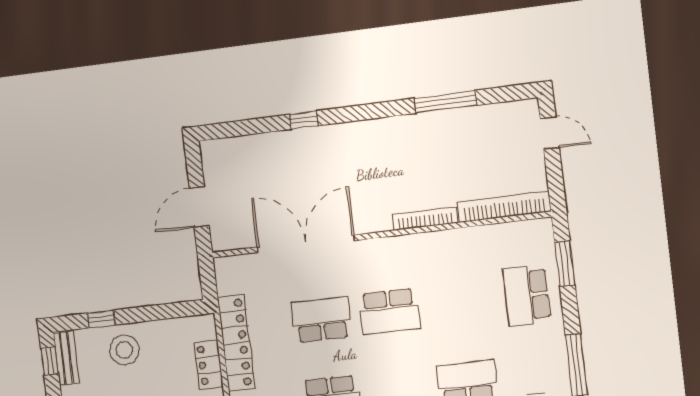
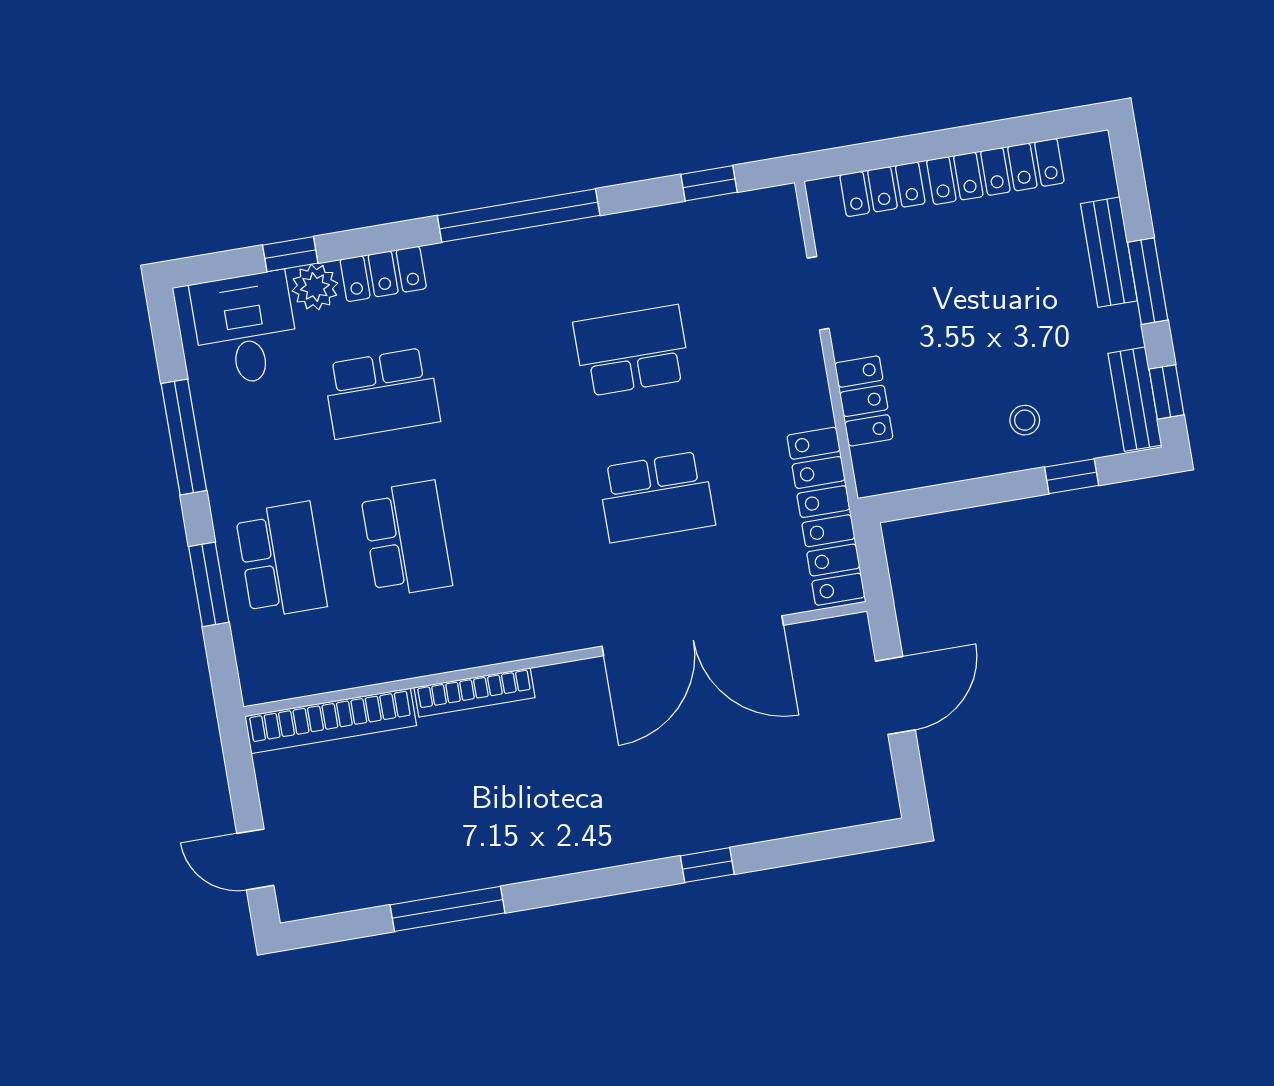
window: (565, 264) -> (209, 584), moved
school desk: (389, 312) -> (406, 539), moved, turned 90
locker: (236, 343) -> (826, 516), moved
stool: (124, 350) -> (1025, 420), width x0.53, depth x0.53

